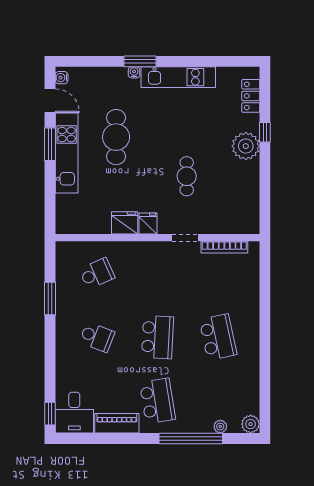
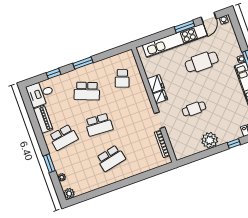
plant: (246, 146) -> (210, 140), moved
kitchen unit: (67, 153) -> (175, 41), width x1.36
school desk: (97, 273) -> (122, 78), turned 45
window: (50, 298) -> (83, 63), moved
school desk: (97, 337) -> (87, 91), width x1.85
window: (50, 414) -> (54, 74), moved
window: (191, 438) -> (49, 163), width x0.47

